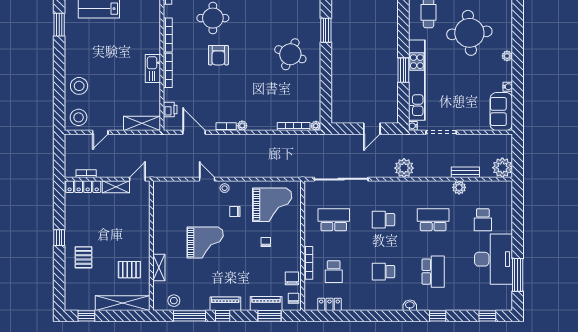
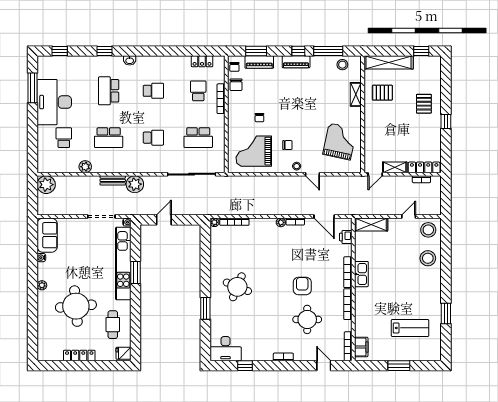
bench: (465, 172) -> (113, 180), moved
grand piano: (205, 242) -> (340, 142), moved, turned 102

